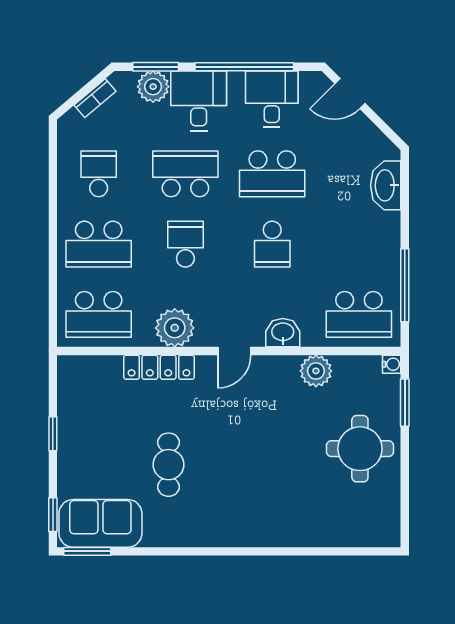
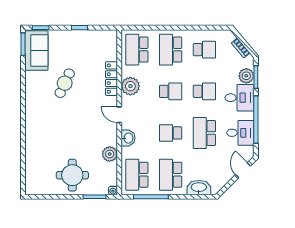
school desk: (185, 174) -> (204, 91), width x0.54
school desk: (359, 244) -> (171, 175), added
cafe table: (169, 465) -> (65, 83), turned -65

